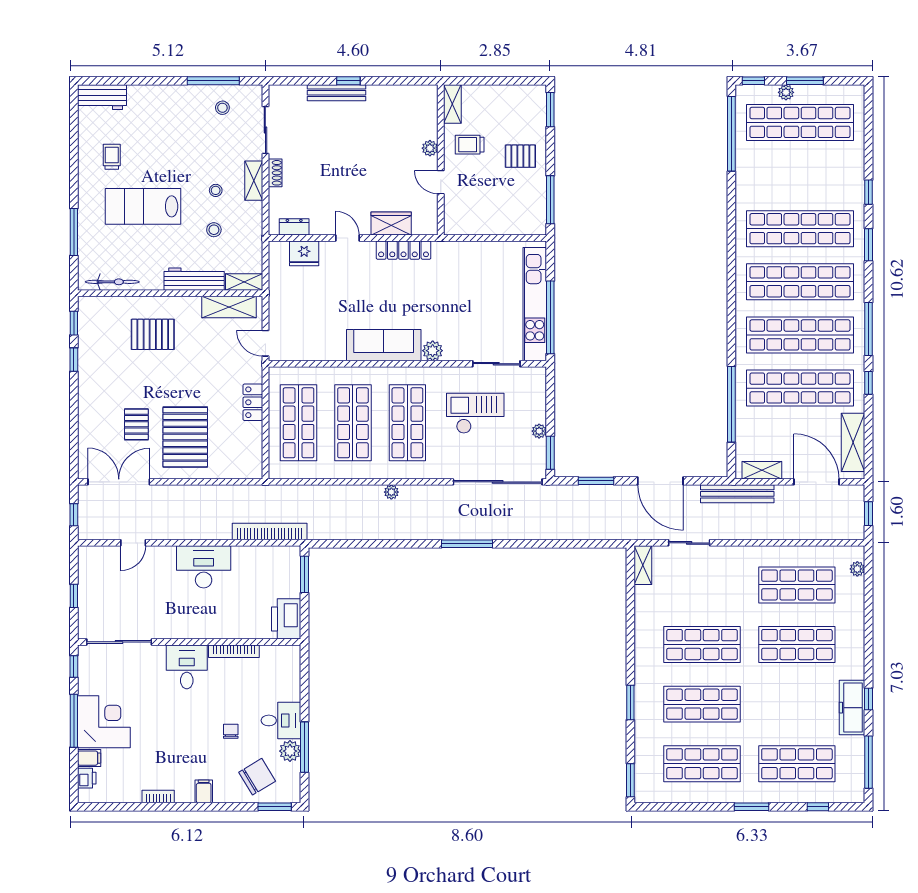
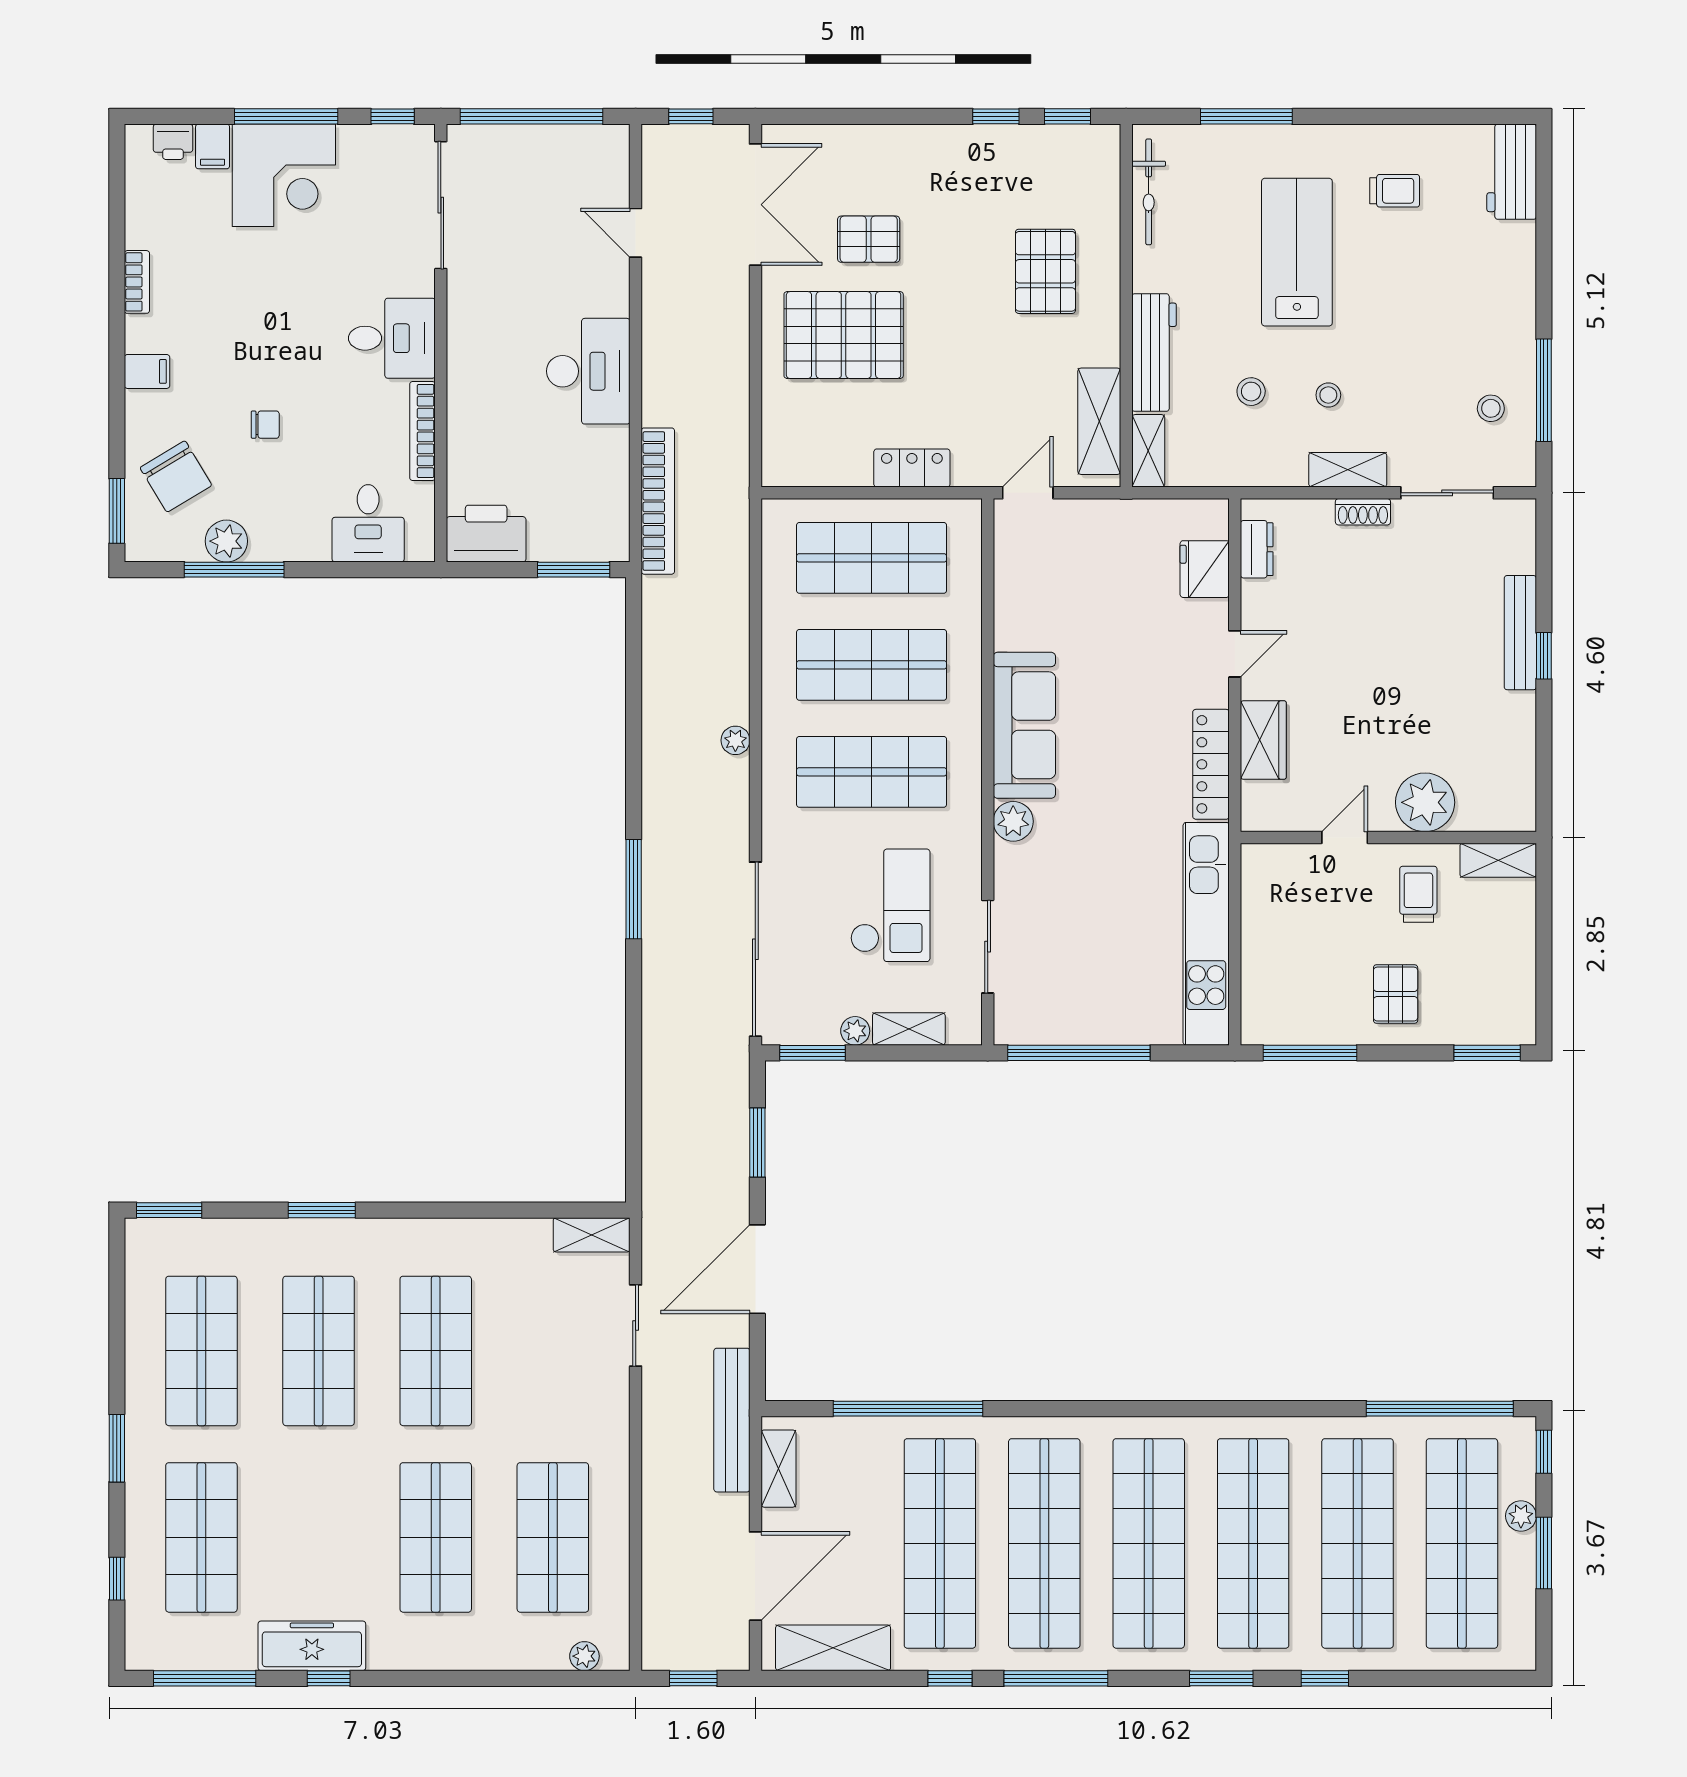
plant: (430, 148) -> (1425, 802), width x1.88, depth x1.88
shop shelf: (800, 176) -> (1358, 1543), added
kitchen unit: (535, 304) -> (1206, 934), moved, turned -90
shelving: (538, 404) -> (909, 1029), added
window: (74, 596) -> (532, 116), width x3.17
desk: (281, 720) -> (368, 523), moved

